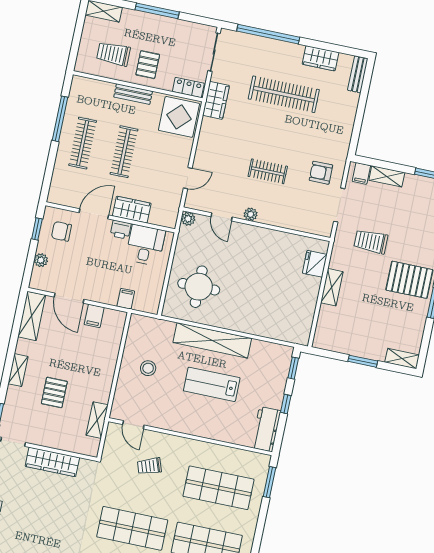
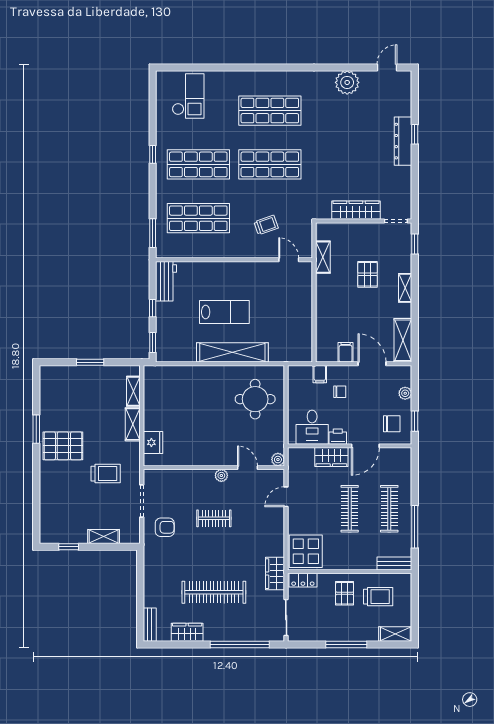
bench: (133, 94) -> (394, 563), moved
filing cabinet: (361, 173) -> (127, 534), removed
chair: (109, 276) -> (340, 392), added
shelving: (402, 359) -> (133, 391), moved, turned 90
stool: (148, 368) -> (286, 315), removed

